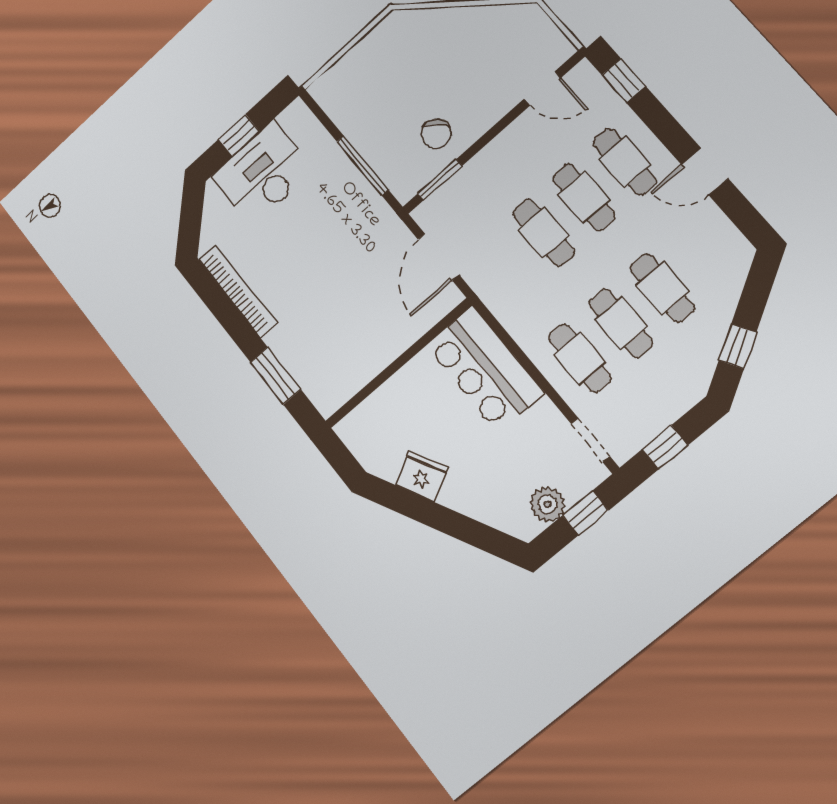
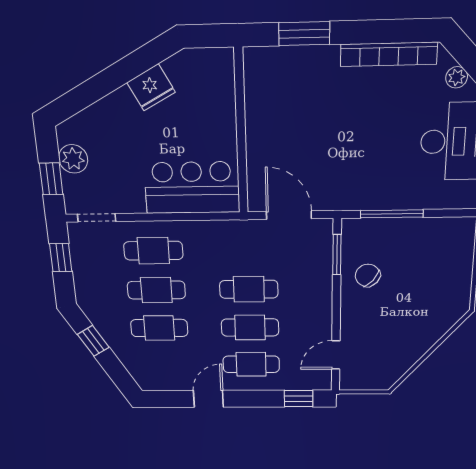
plant: (212, 219) -> (457, 77), added

